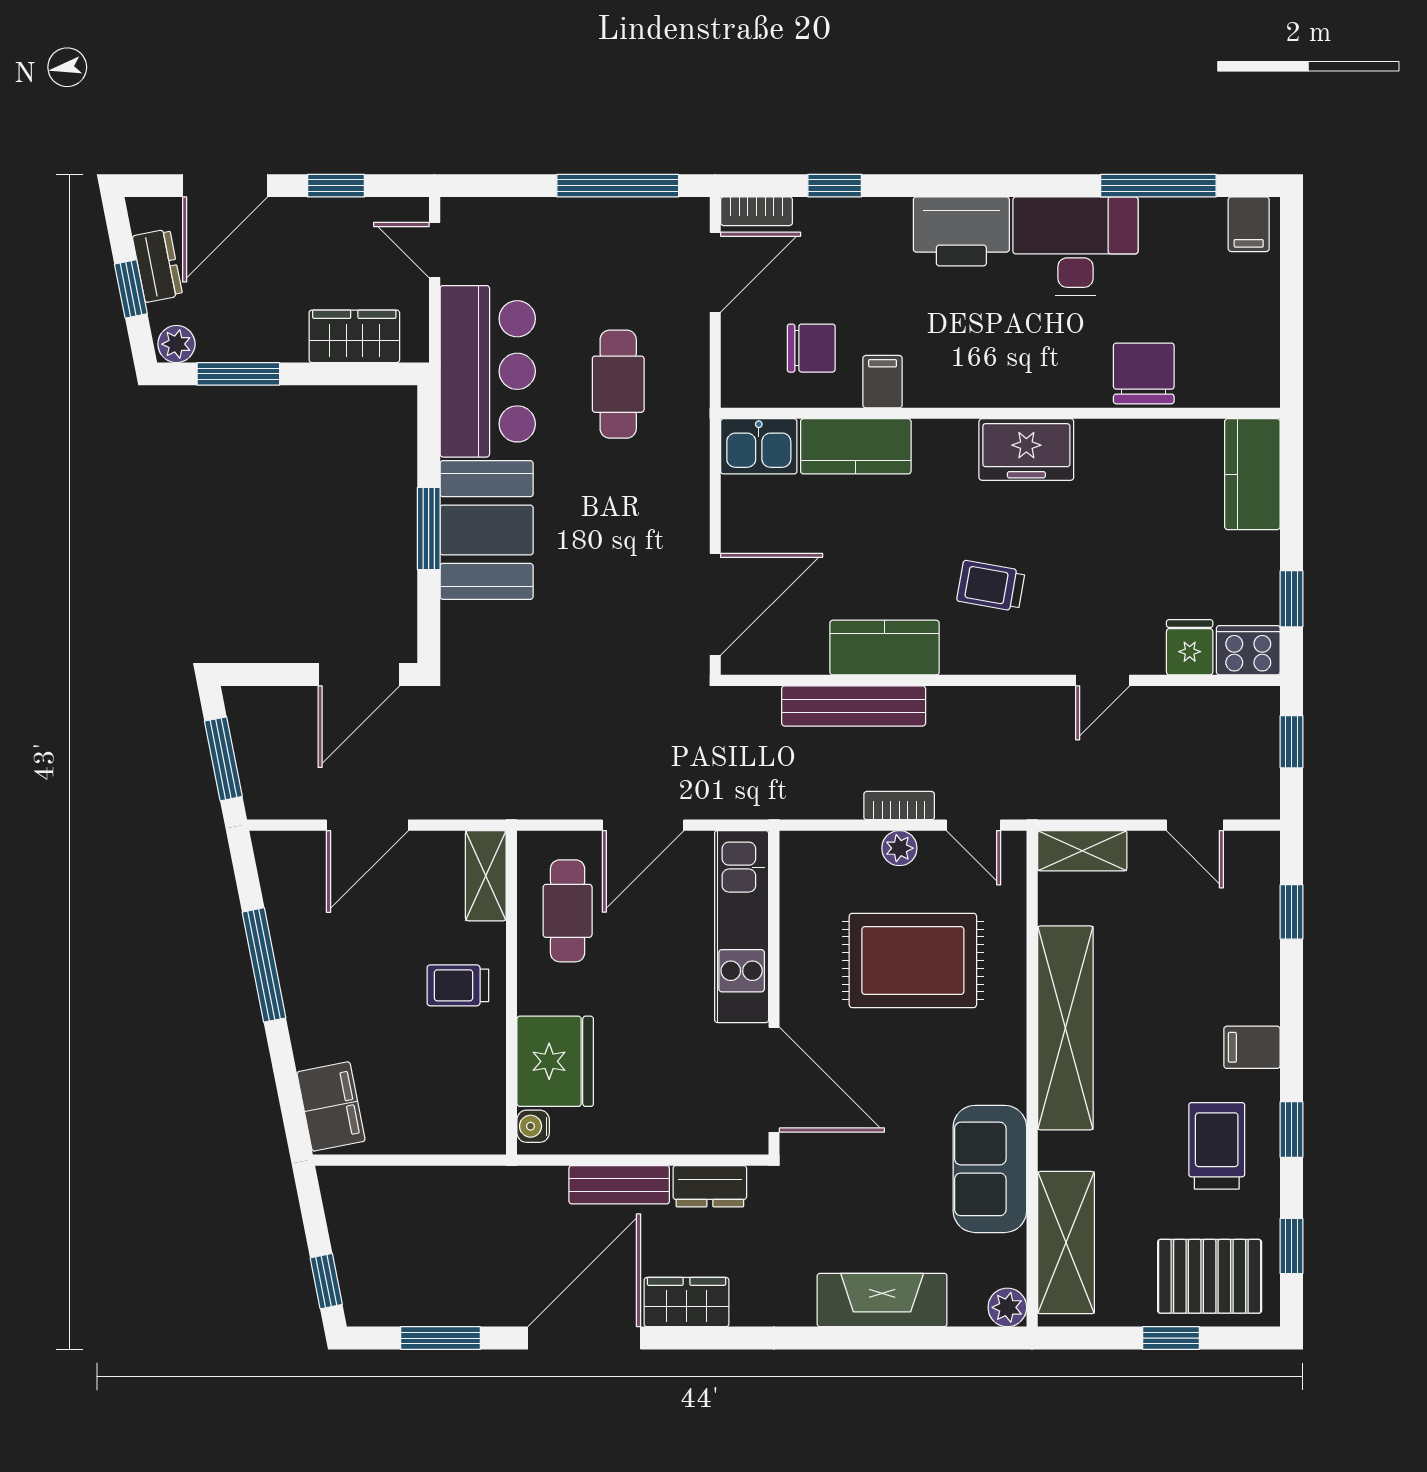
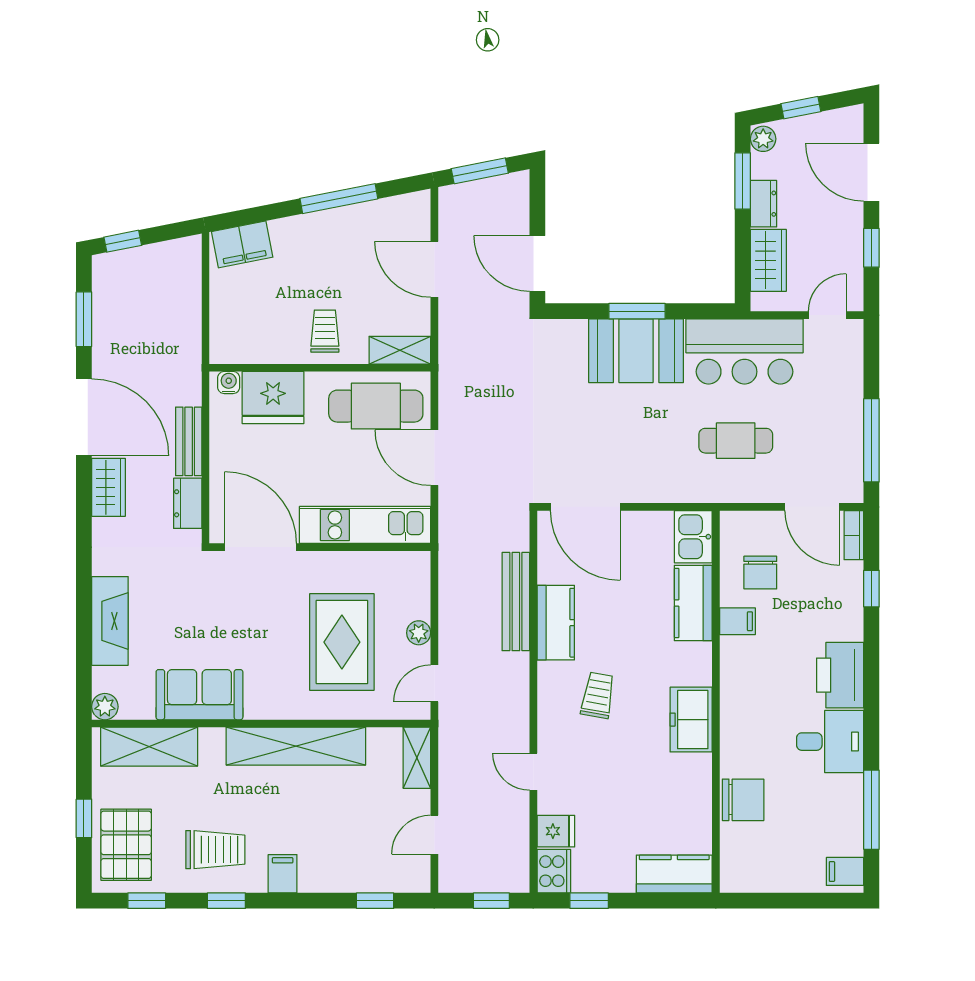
desk: (1076, 246) -> (830, 742), width x0.73
dresser: (157, 266) -> (764, 204), moved, turned -79
bookcase: (899, 806) -> (448, 633), removed
cafe table: (568, 911) -> (376, 406), width x1.37, depth x1.35
door: (774, 1080) -> (261, 547), swing flipped

